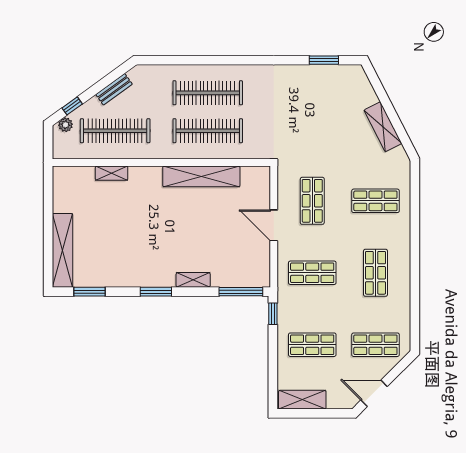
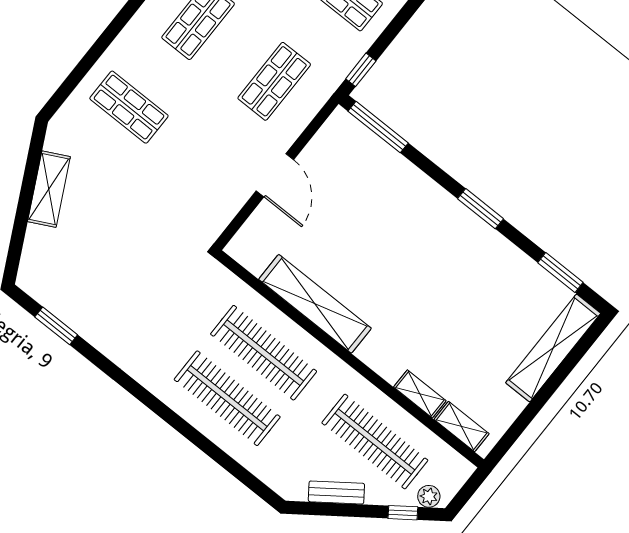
shop shelf: (312, 201) -> (205, 168), removed
shop shelf: (312, 273) -> (274, 81), turned 90
shelving: (193, 280) -> (462, 427), moved

